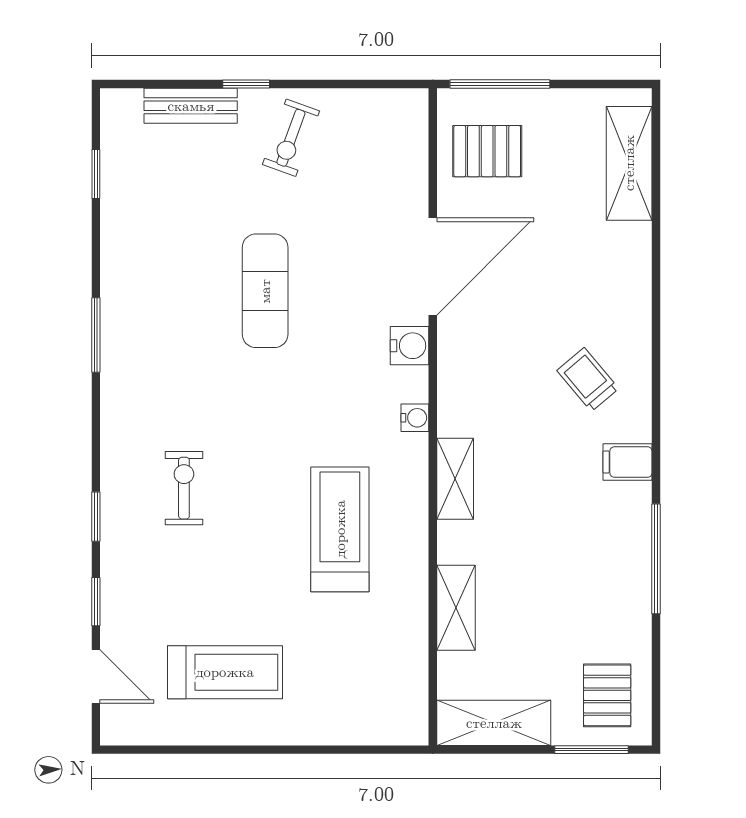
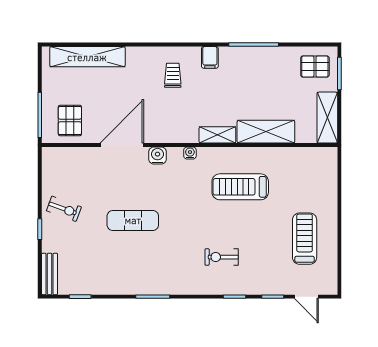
bench: (191, 106) -> (50, 274), moved
shelving: (629, 163) -> (87, 57), width x1.47
door: (433, 267) -> (122, 145), hinge flipped
trolley: (588, 380) -> (173, 75), turned 130
shelving: (456, 608) -> (266, 132), width x1.50, depth x1.33
door: (96, 676) -> (306, 297), swing flipped

